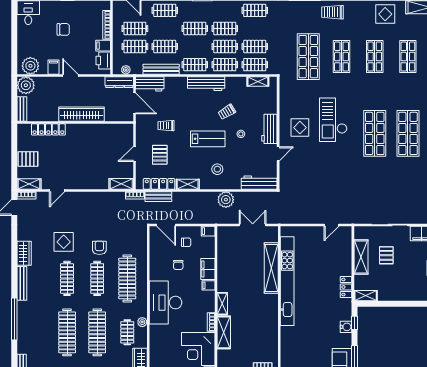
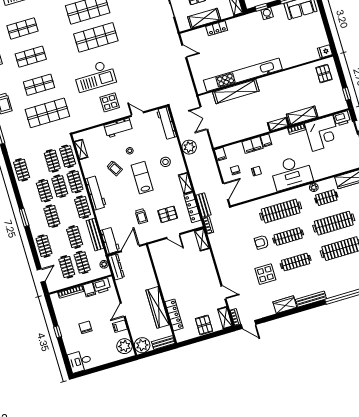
wardrobe: (82, 114) -> (158, 307), moved
locker: (346, 287) -> (217, 28), moved

